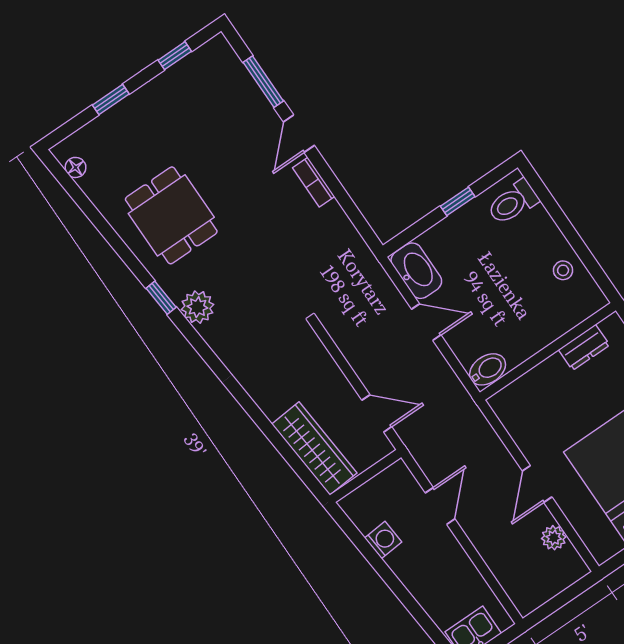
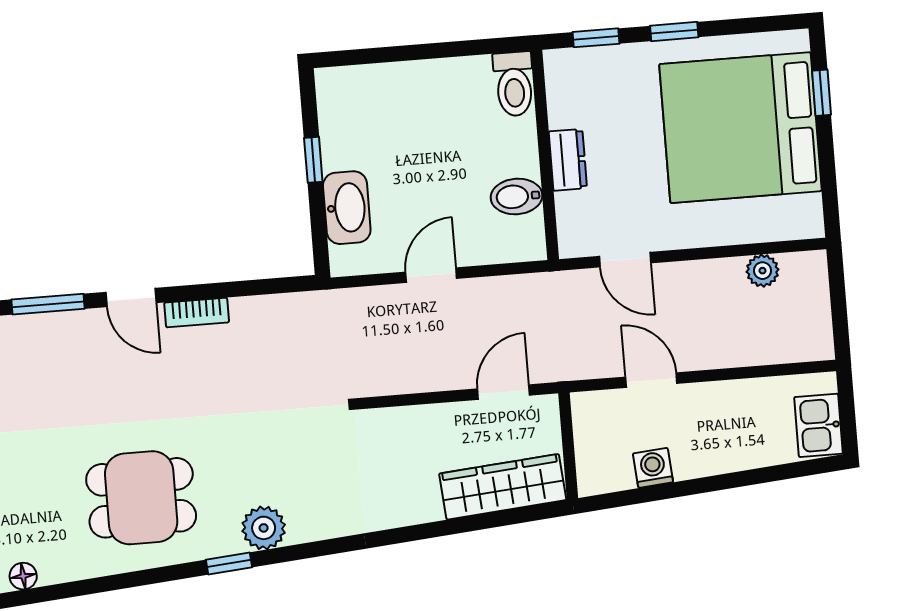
toilet: (513, 202) -> (514, 84), moved
stool: (563, 270) -> (462, 84), removed
washbasin: (416, 271) -> (347, 208), moved, turned 90
dresser: (584, 347) -> (568, 160), moved
bidet: (488, 369) -> (516, 197), moved, turned -90
door: (537, 484) -> (625, 260), moved

